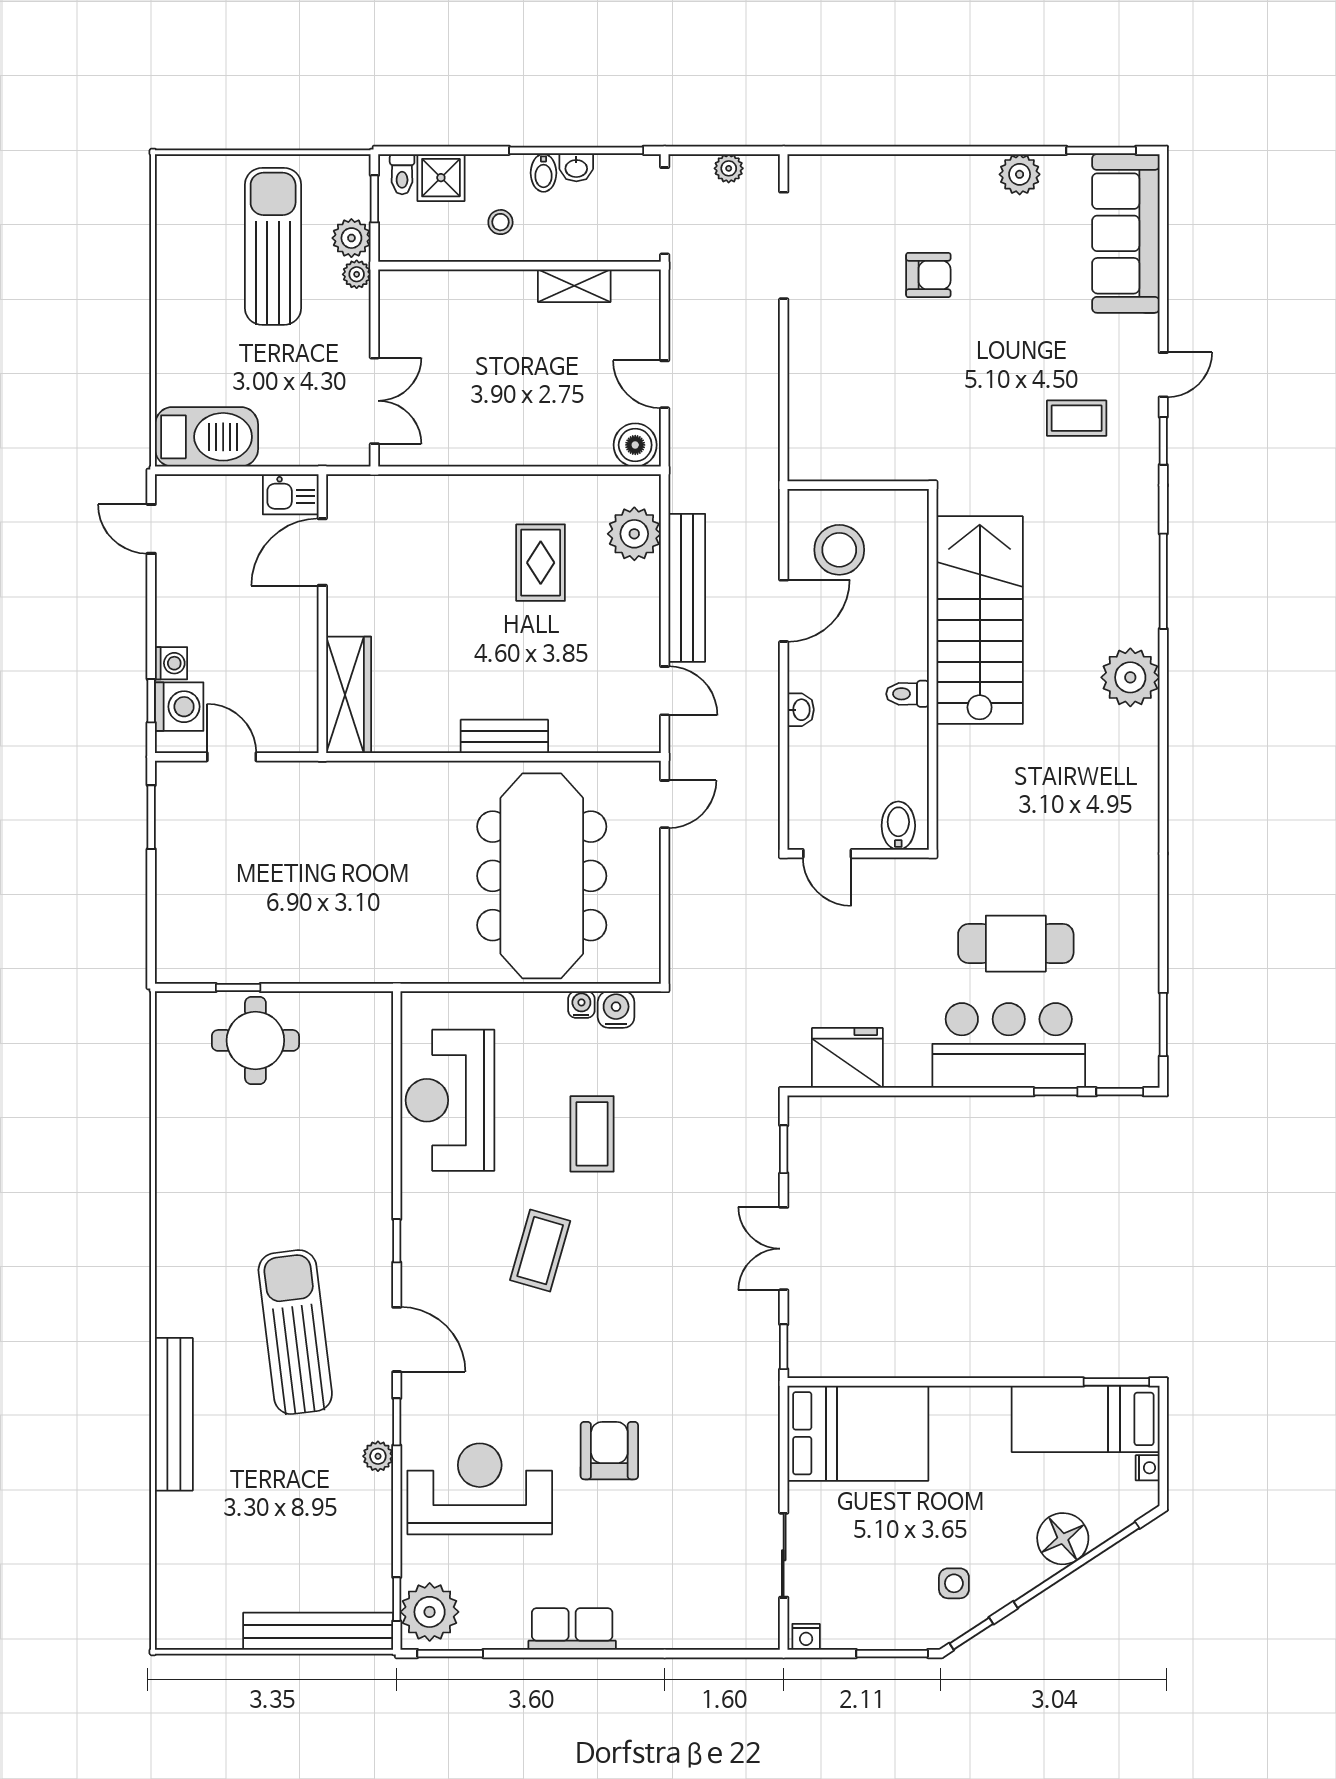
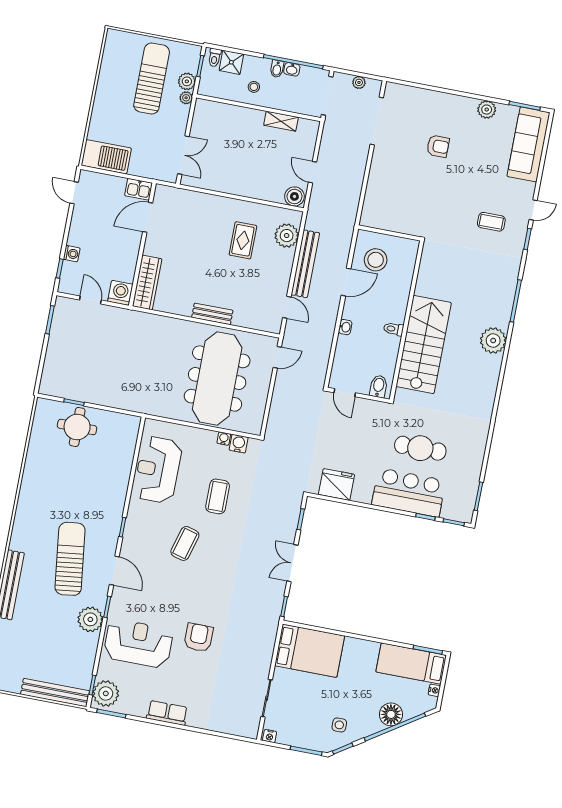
stairs: (980, 620) -> (424, 345), moved
washing machine: (179, 707) -> (120, 293), moved, turned -90
plant: (378, 1456) -> (90, 619), width x1.88, depth x1.88

